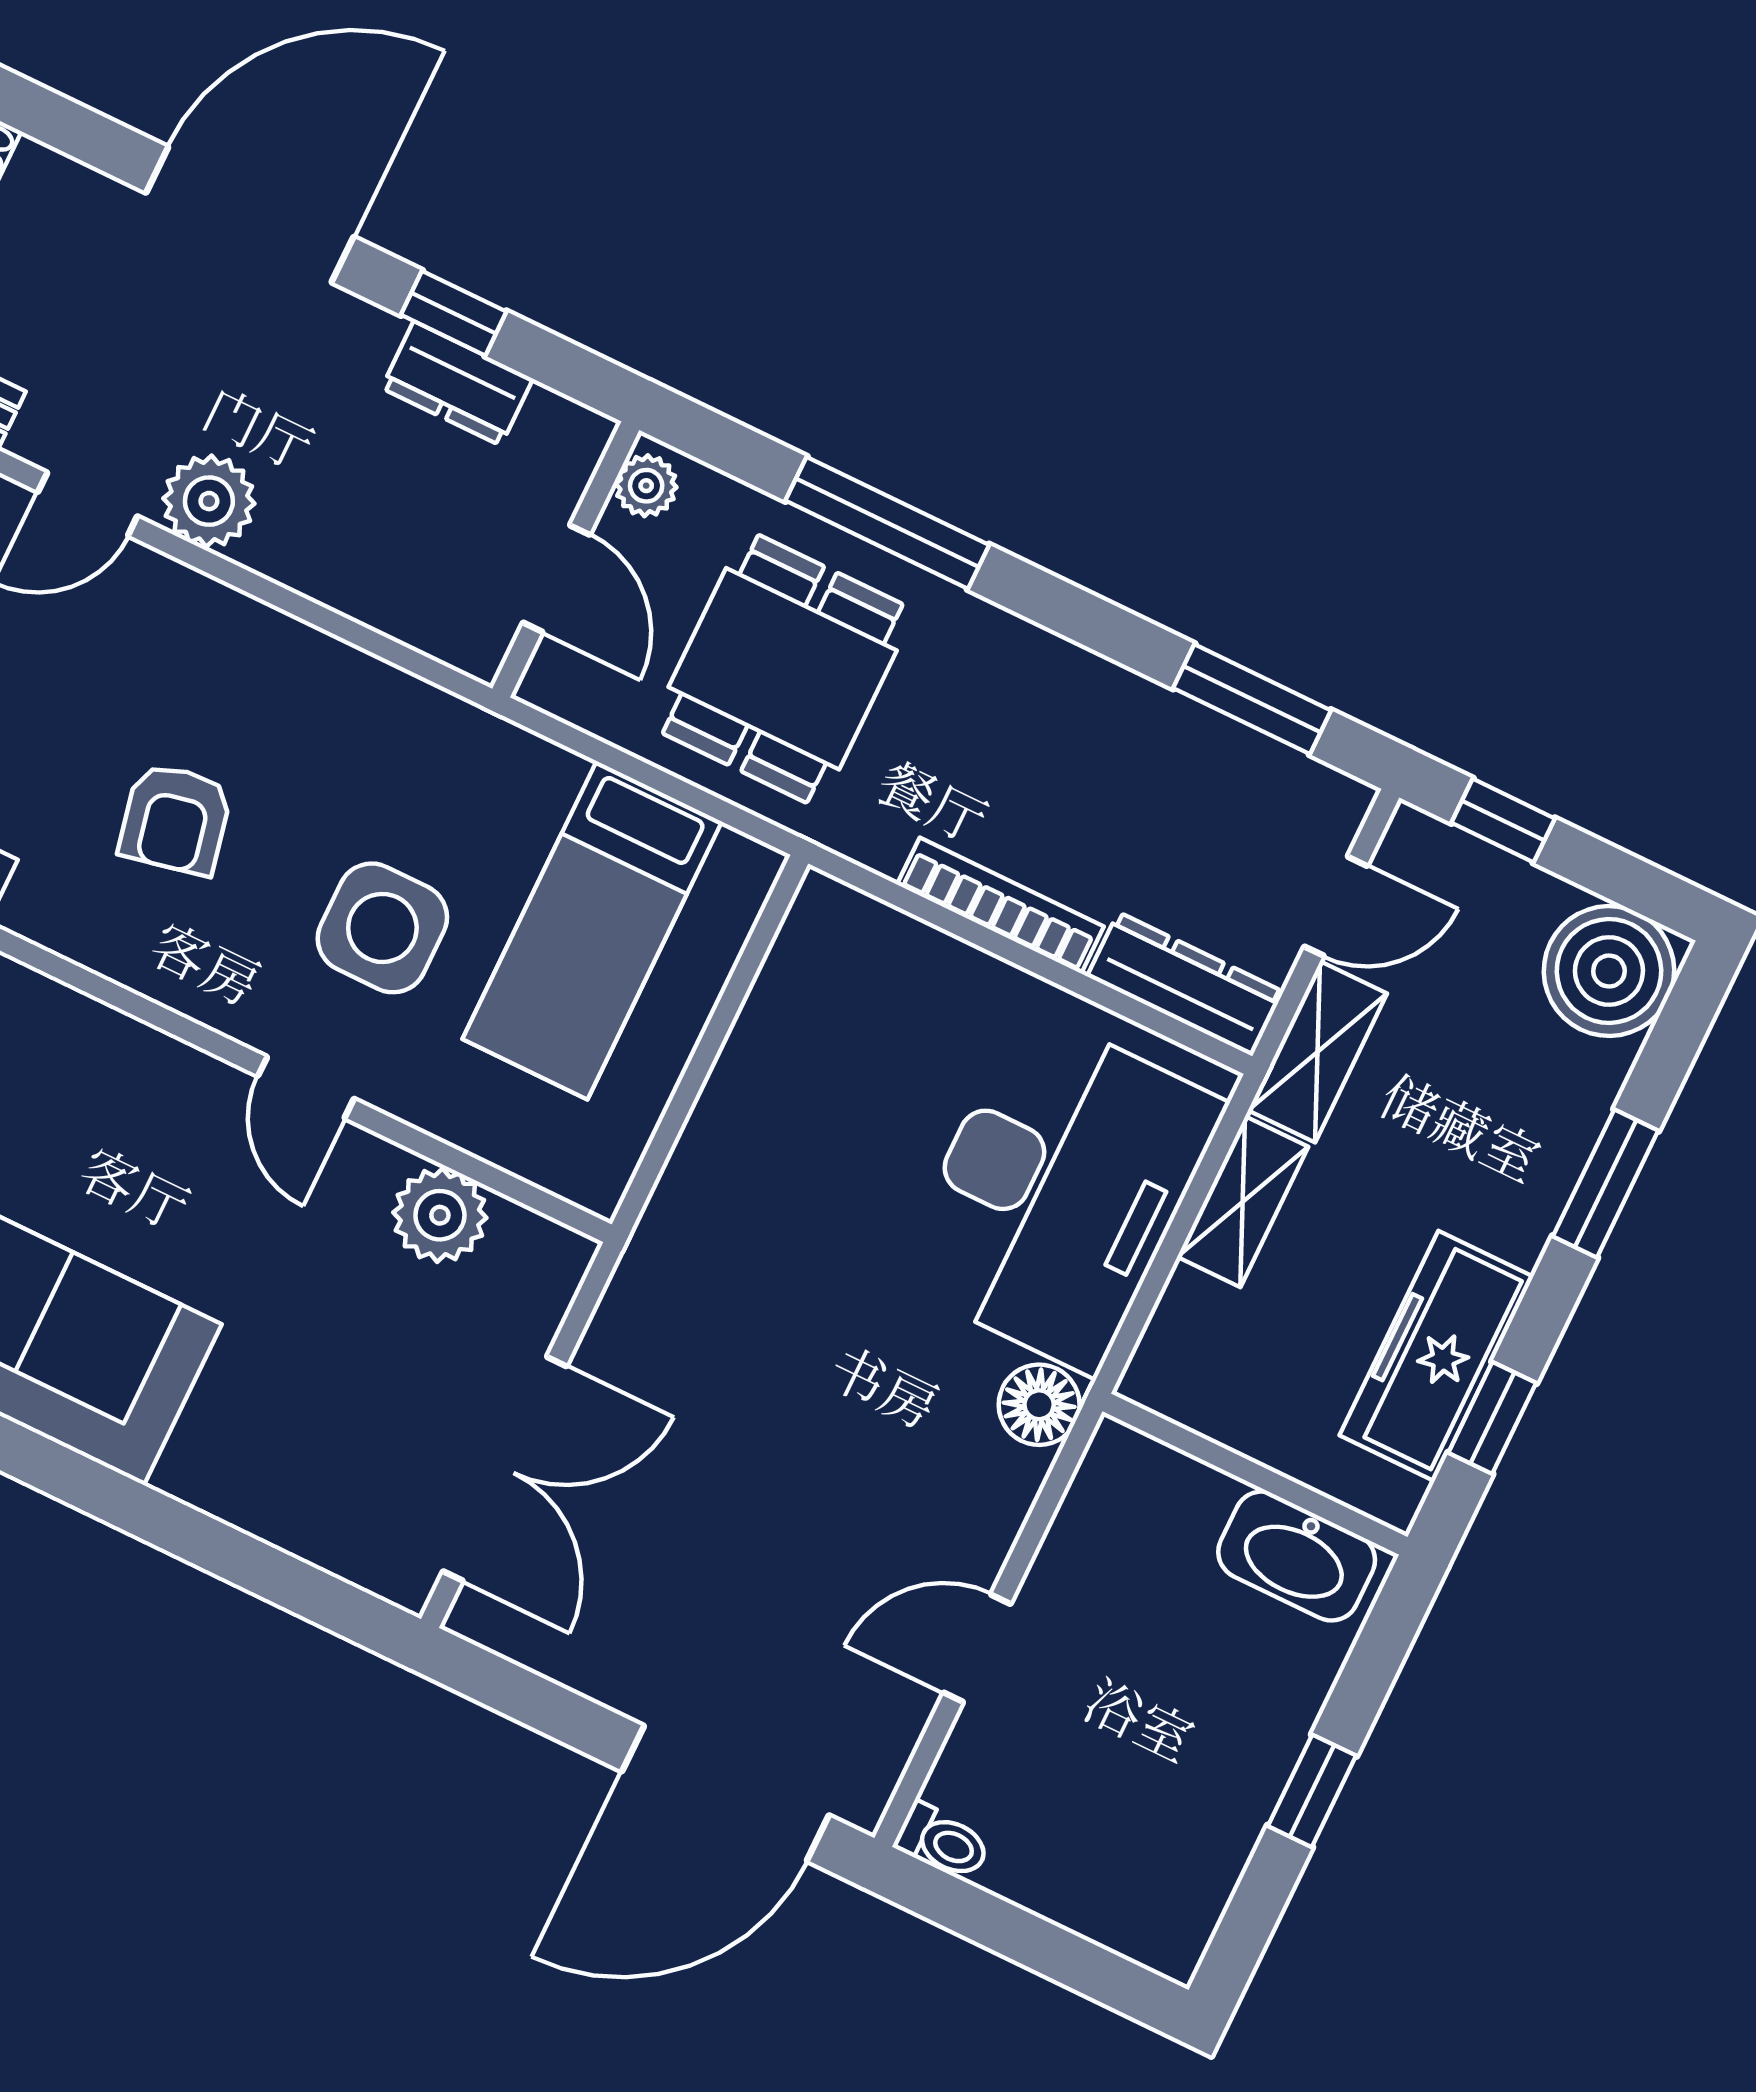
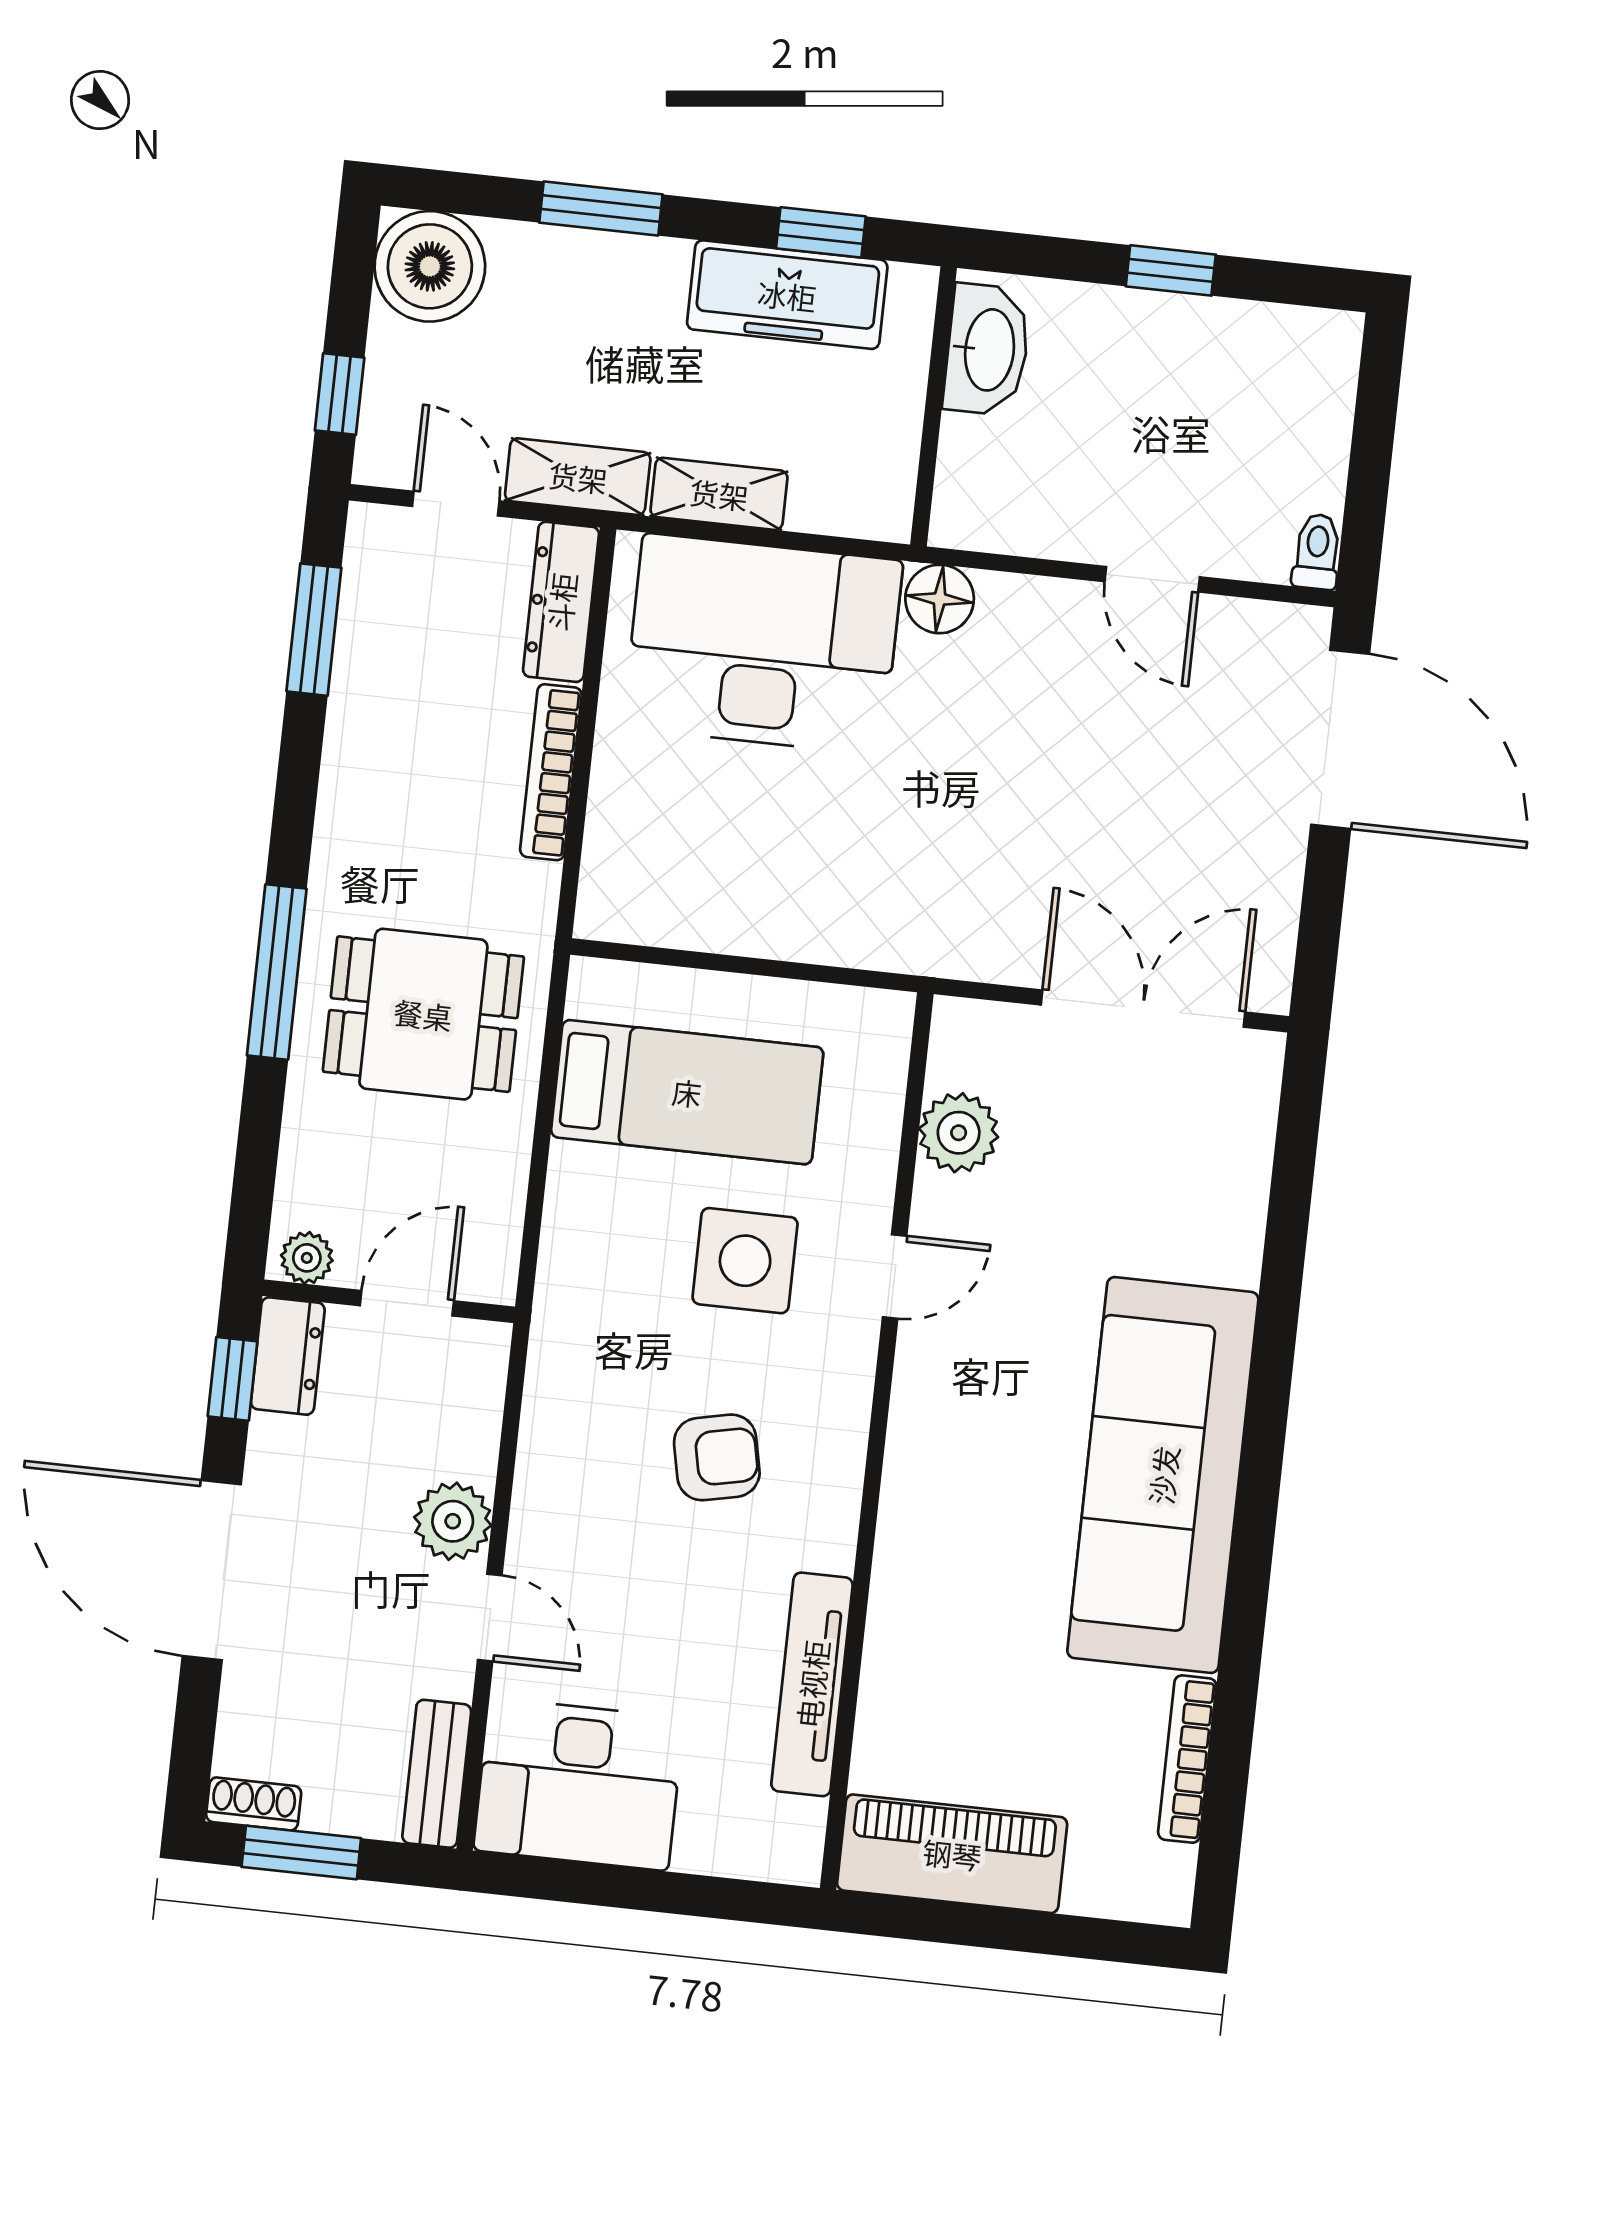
plant: (646, 486) -> (307, 1258), moved
wall: (566, 559) -> (389, 1301), moved
door: (556, 579) -> (407, 1303), moved

